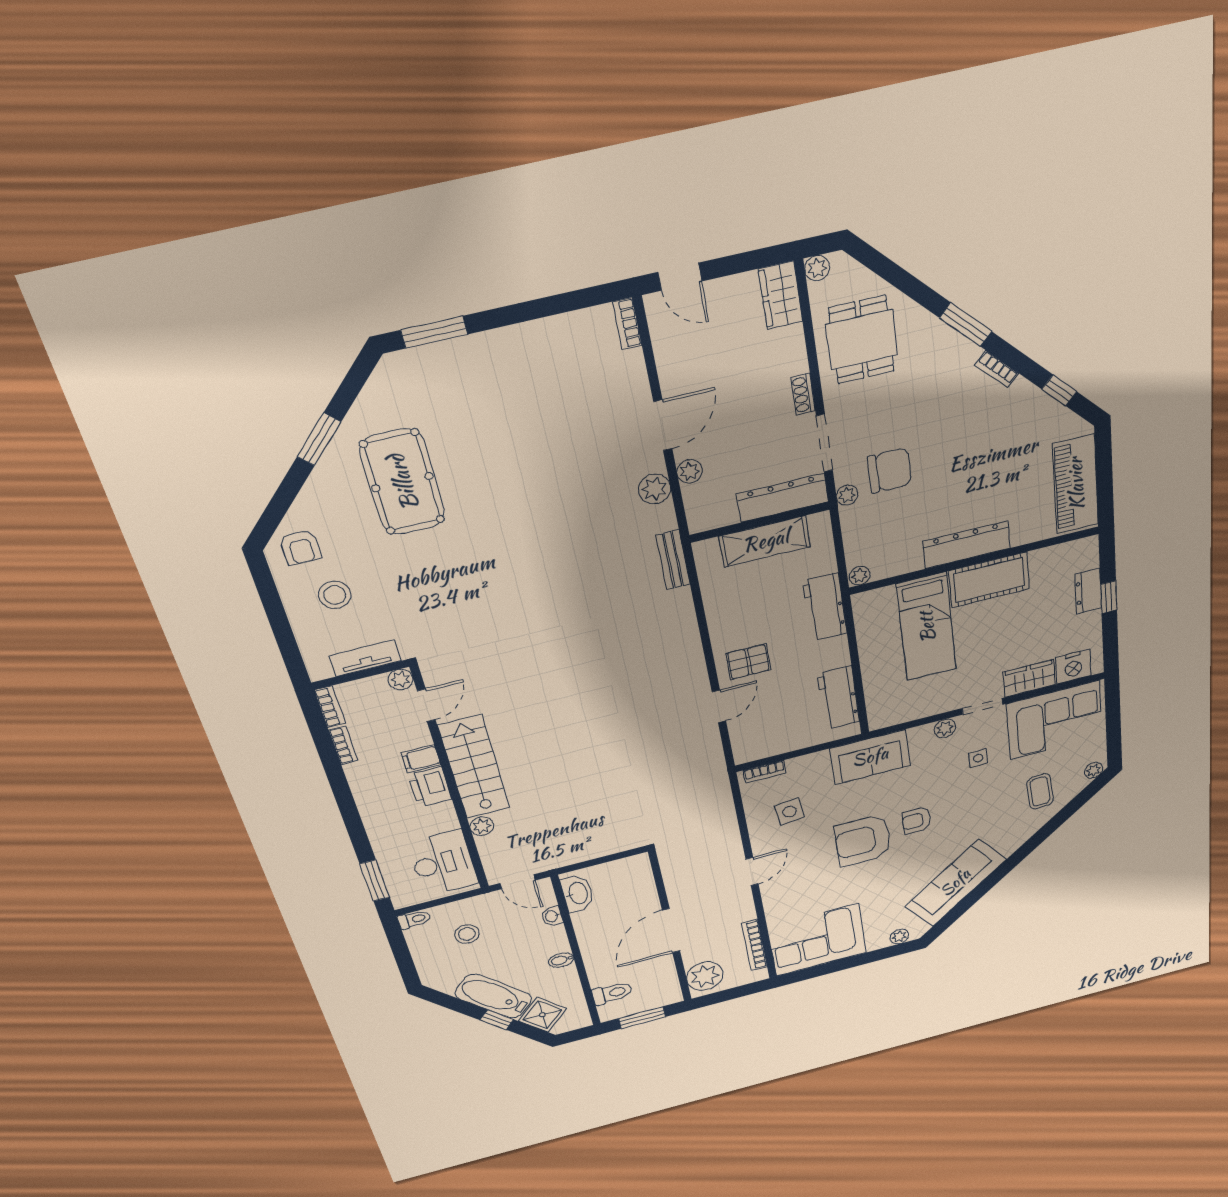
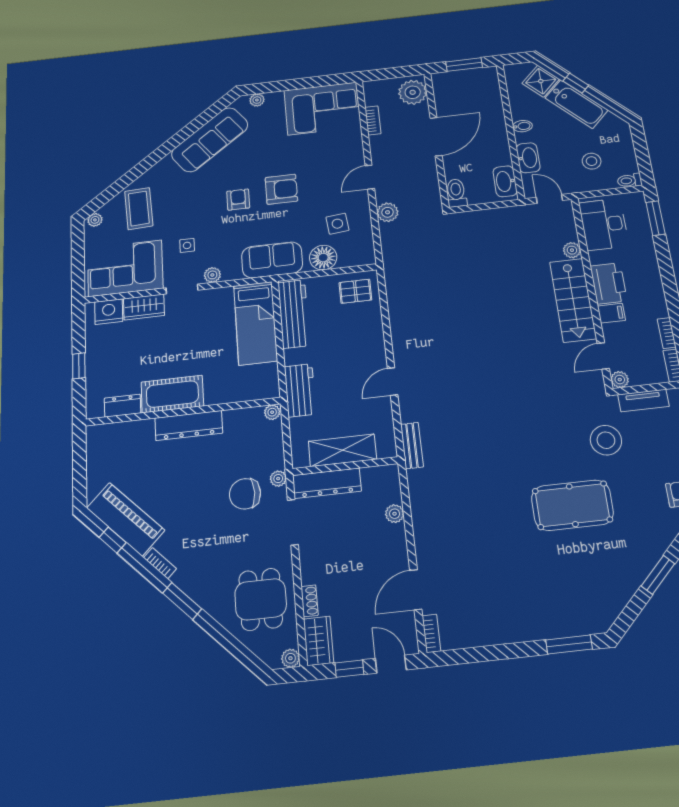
window: (736, 264) -> (349, 669), added
shoe rack: (803, 394) -> (310, 601), moved
door: (663, 425) -> (416, 590), moved
pool table: (403, 482) -> (572, 505), moved, turned 90
piano: (1076, 484) -> (126, 519), moved, turned -45
plant: (654, 489) -> (388, 212), moved
dresser: (1088, 591) -> (122, 406), moved, turned -90
stool: (335, 595) -> (606, 440), moved, width x1.38, depth x1.38
bed: (927, 627) -> (256, 323), moved, turned 180
pallet: (748, 662) -> (355, 291), moved
workbench: (839, 698) -> (294, 314), width x1.38
door: (719, 706) -> (393, 382), moved
floor lamp: (805, 769) -> (323, 258), added
bookcase: (765, 772) -> (355, 261), removed
printer: (430, 787) -> (608, 283), width x1.37, depth x1.19
coffee table: (1040, 791) -> (139, 209), width x1.36, depth x1.30
armchair: (917, 820) -> (238, 200), turned -90
armchair: (863, 840) -> (281, 189), width x0.73, depth x0.73
washbasin: (552, 916) -> (528, 158), width x1.91, depth x1.45
bookcase: (754, 945) -> (373, 120), width x0.64
toilet: (612, 993) -> (456, 193), moved, turned 90

